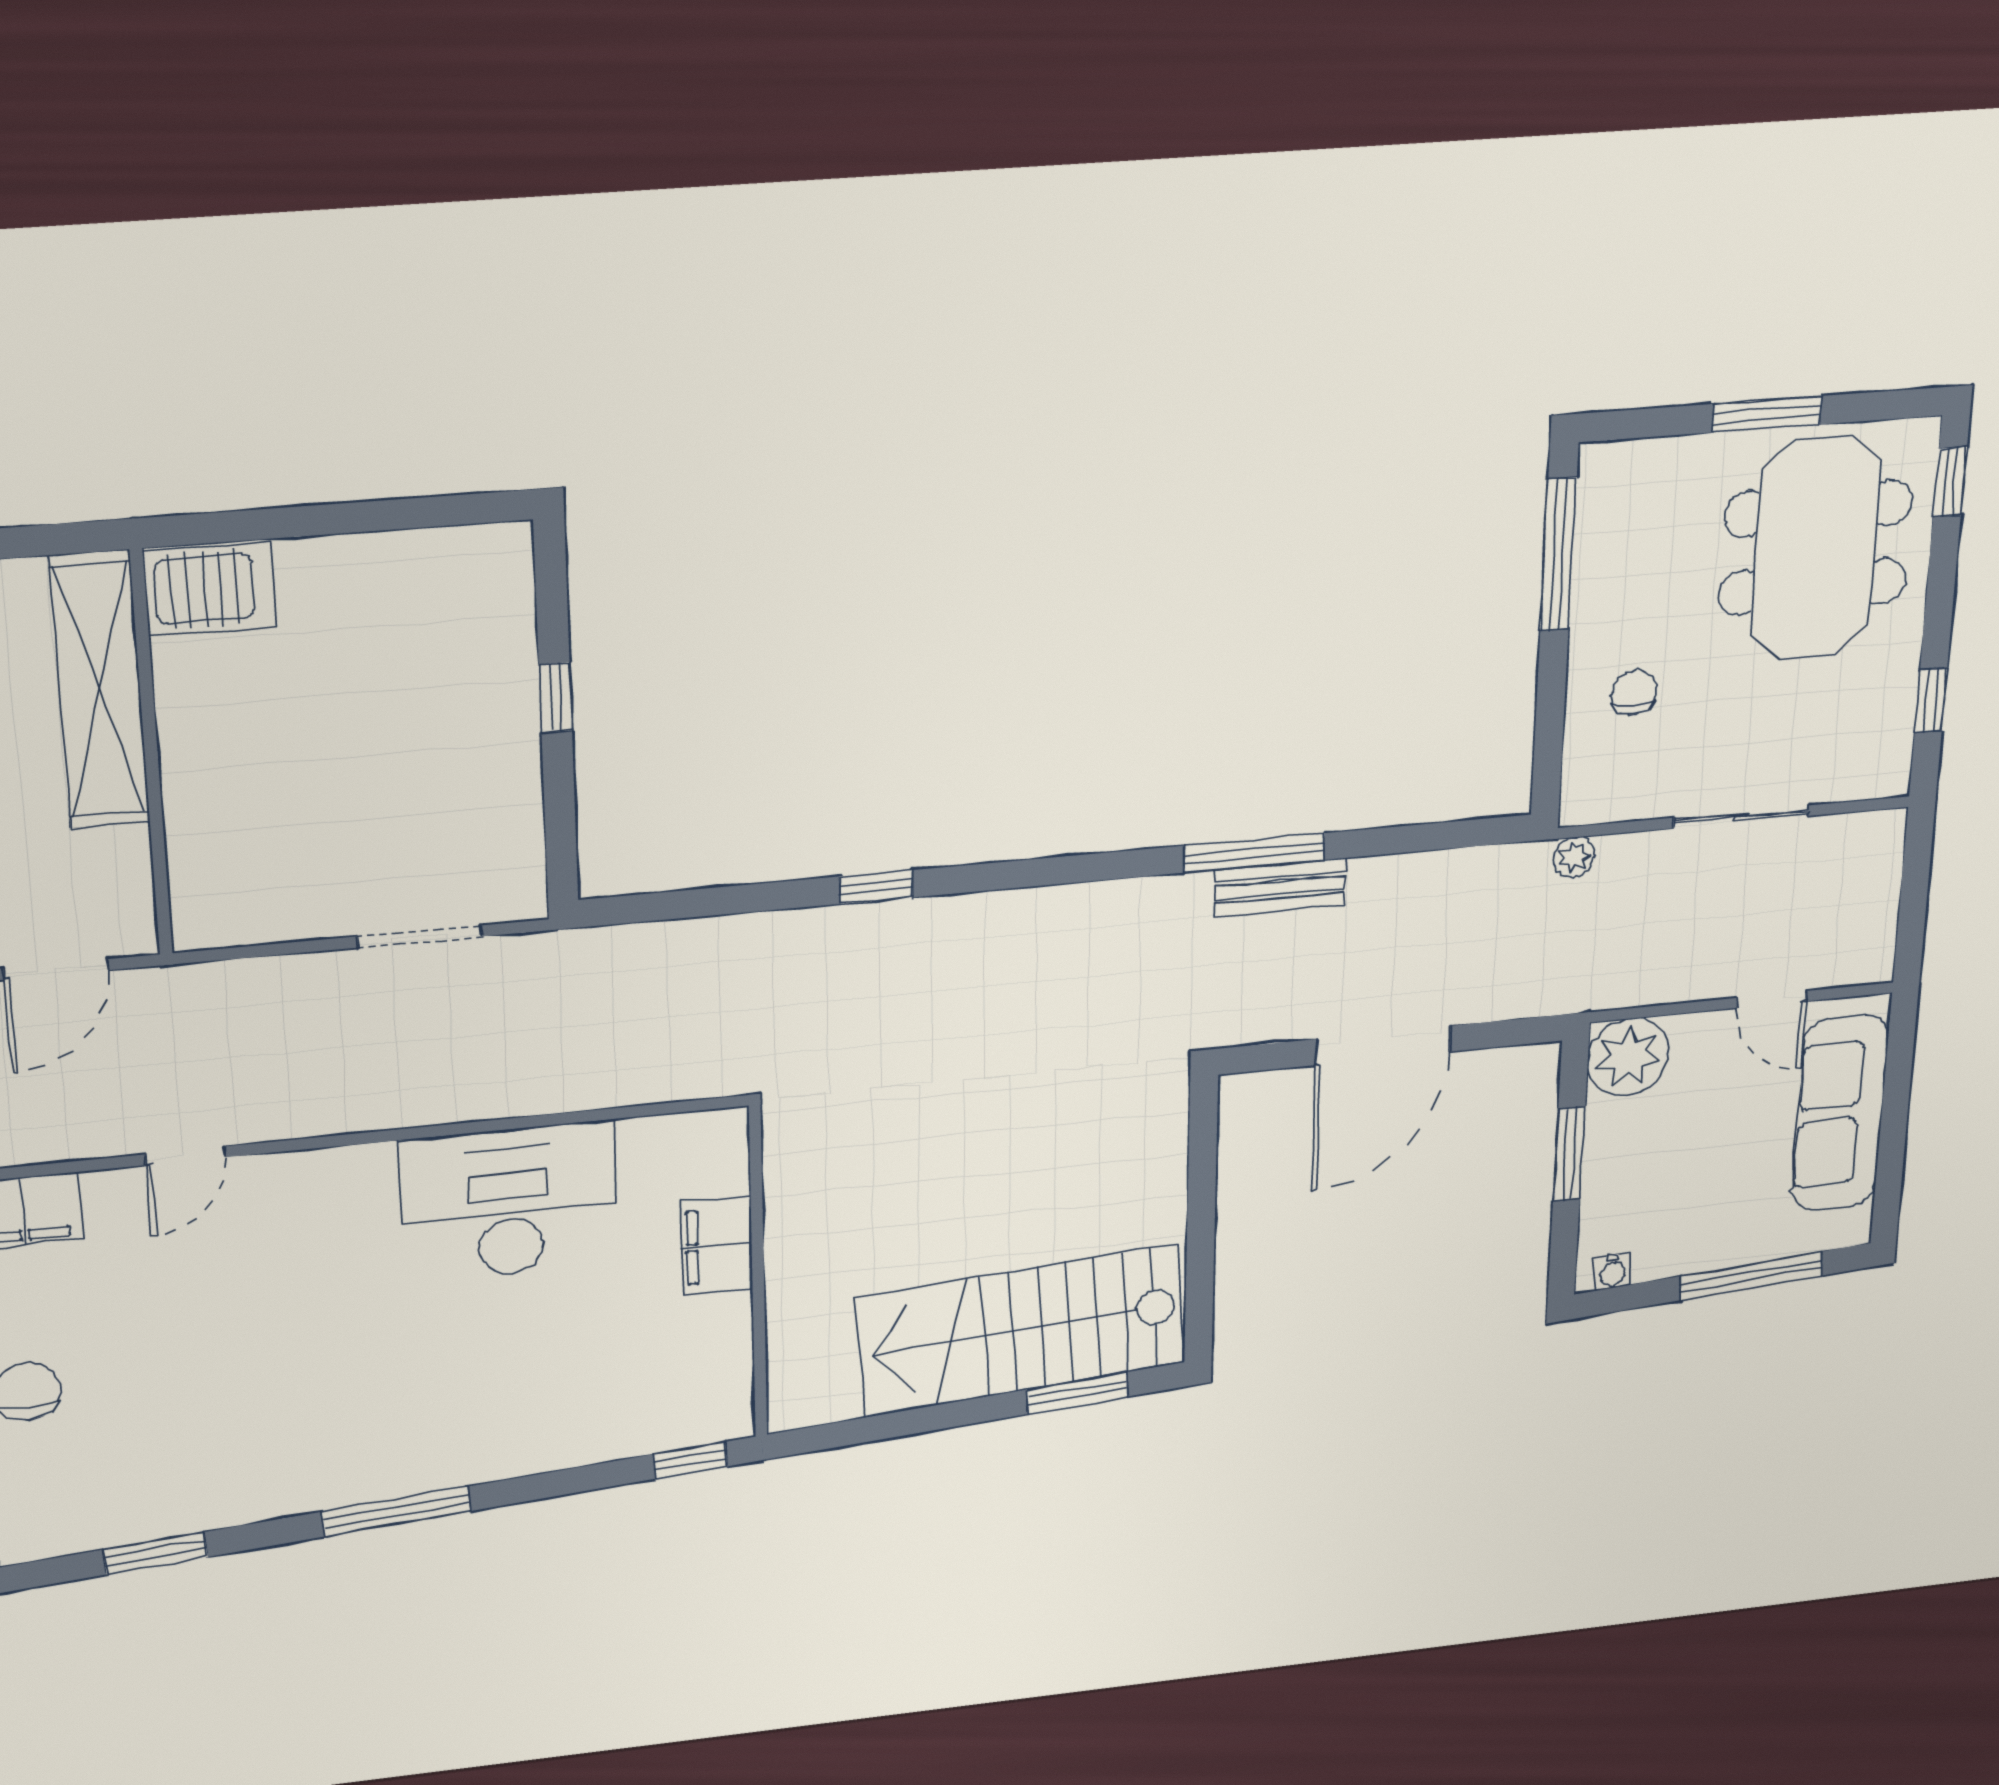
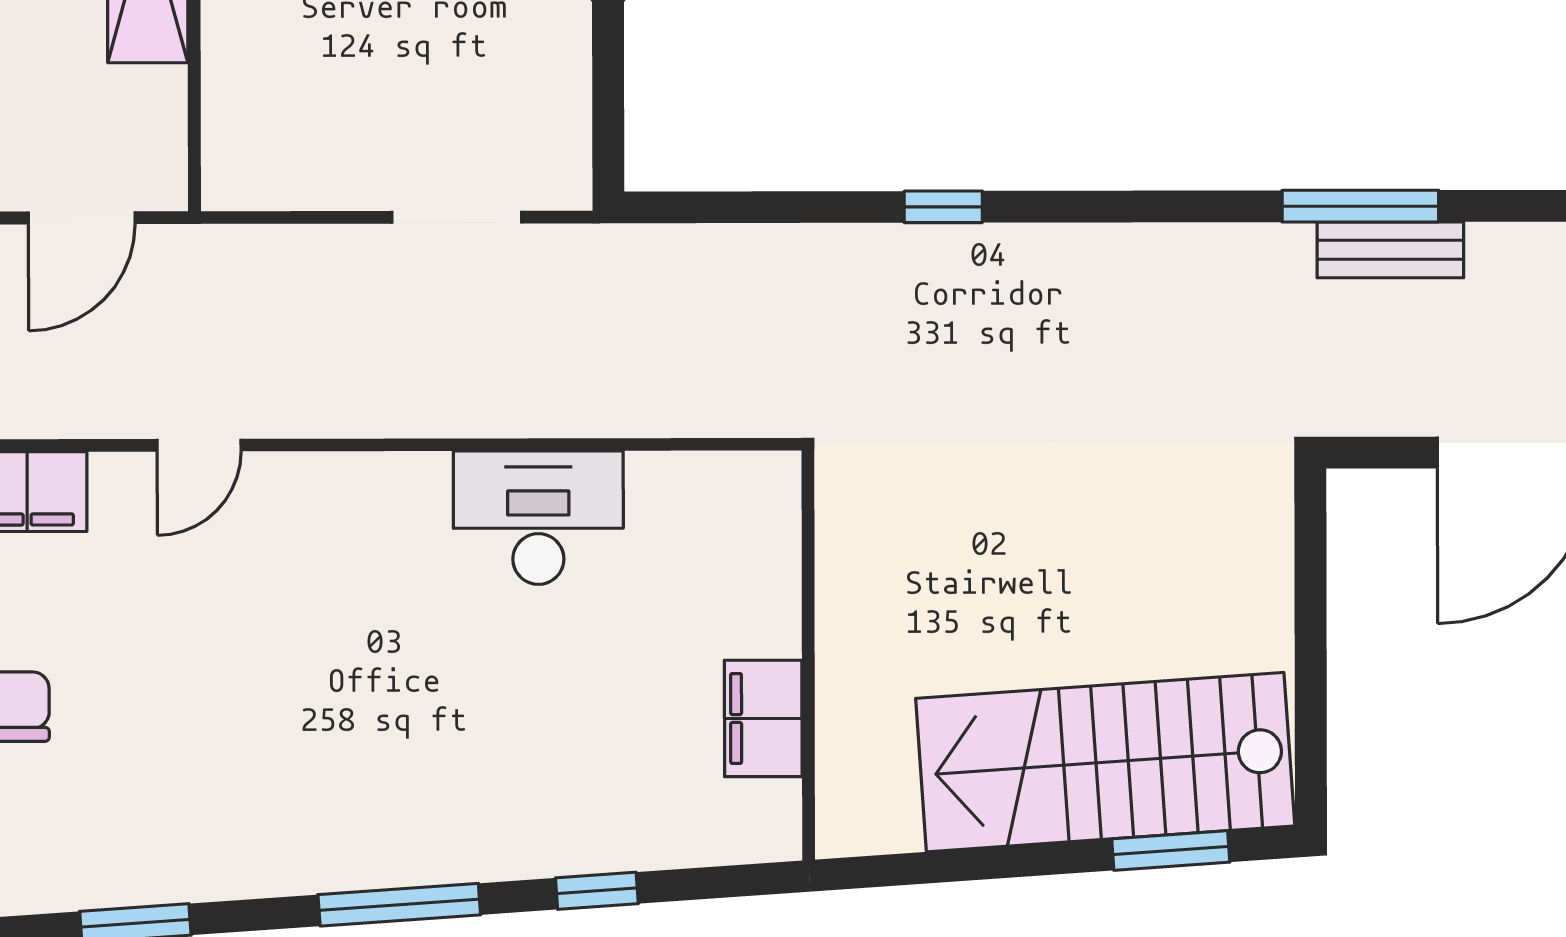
desk: (509, 1202) -> (538, 518), width x0.73, depth x0.77
filing cabinet: (717, 1246) -> (763, 718), moved
window: (690, 1460) -> (597, 891), moved

